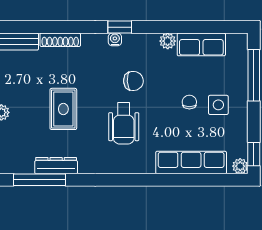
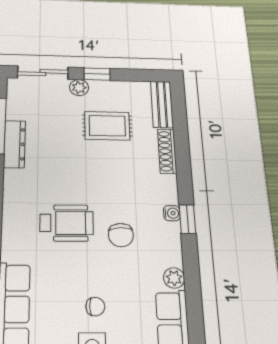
rug: (63, 109) -> (107, 126), moved
wheelchair: (124, 123) -> (67, 223), turned 180

